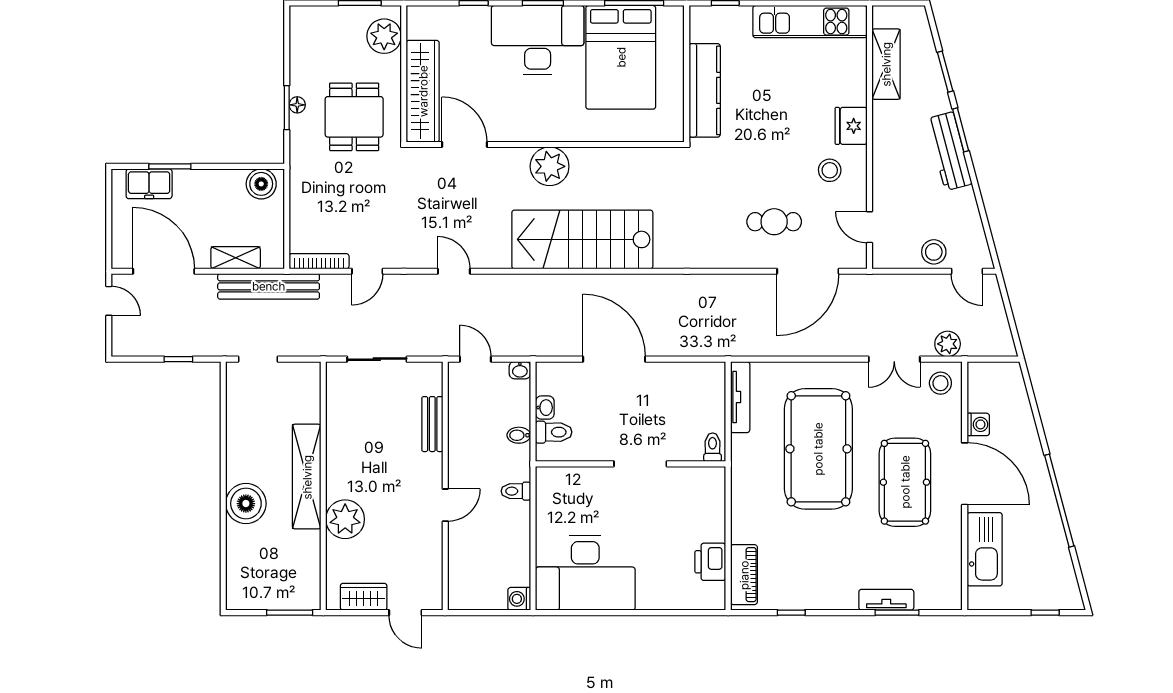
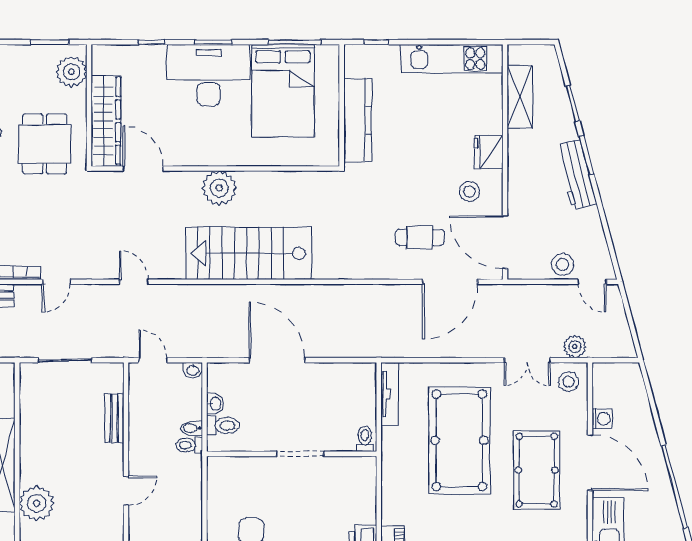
door: (870, 227) -> (505, 242), width x1.88
toilet: (516, 491) -> (189, 445), moved

